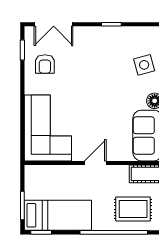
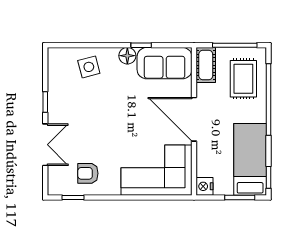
double door: (54, 24) -> (45, 145), moved
armchair: (45, 64) -> (88, 173), turned 180
door: (95, 163) -> (194, 119), width x1.88
nightstand: (33, 173) -> (204, 186), added

